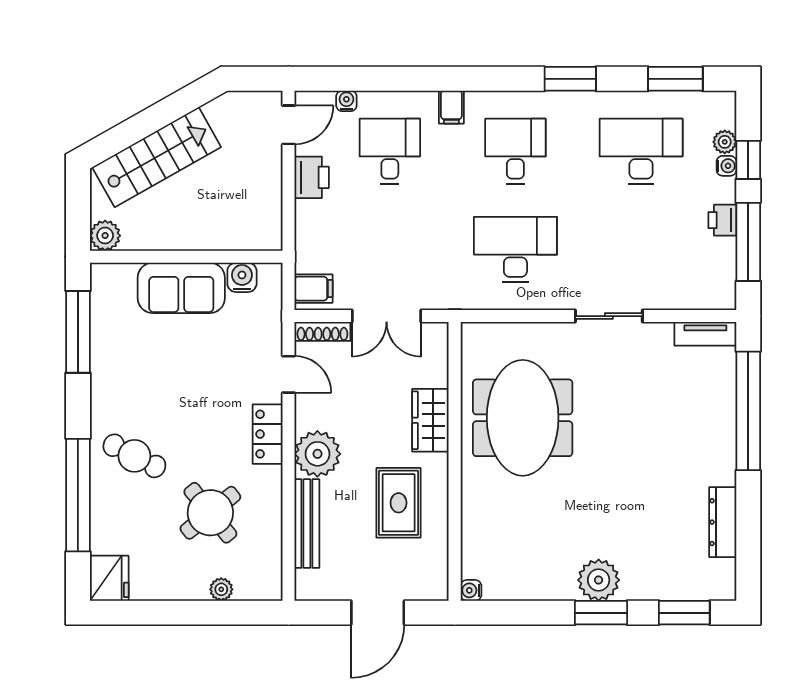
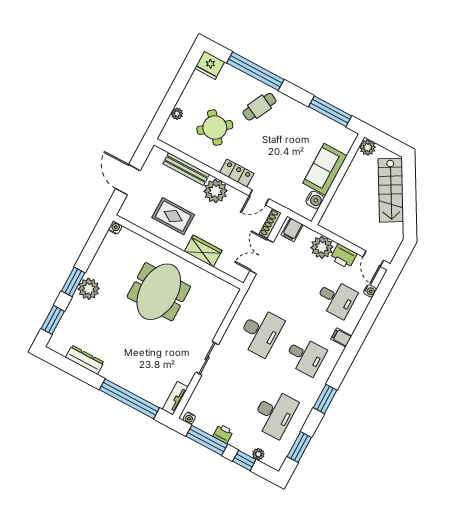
water cooler: (726, 166) -> (189, 418), moved
plant: (316, 222) -> (322, 247), added
meeting table: (523, 418) -> (159, 292), moved, turned 90

